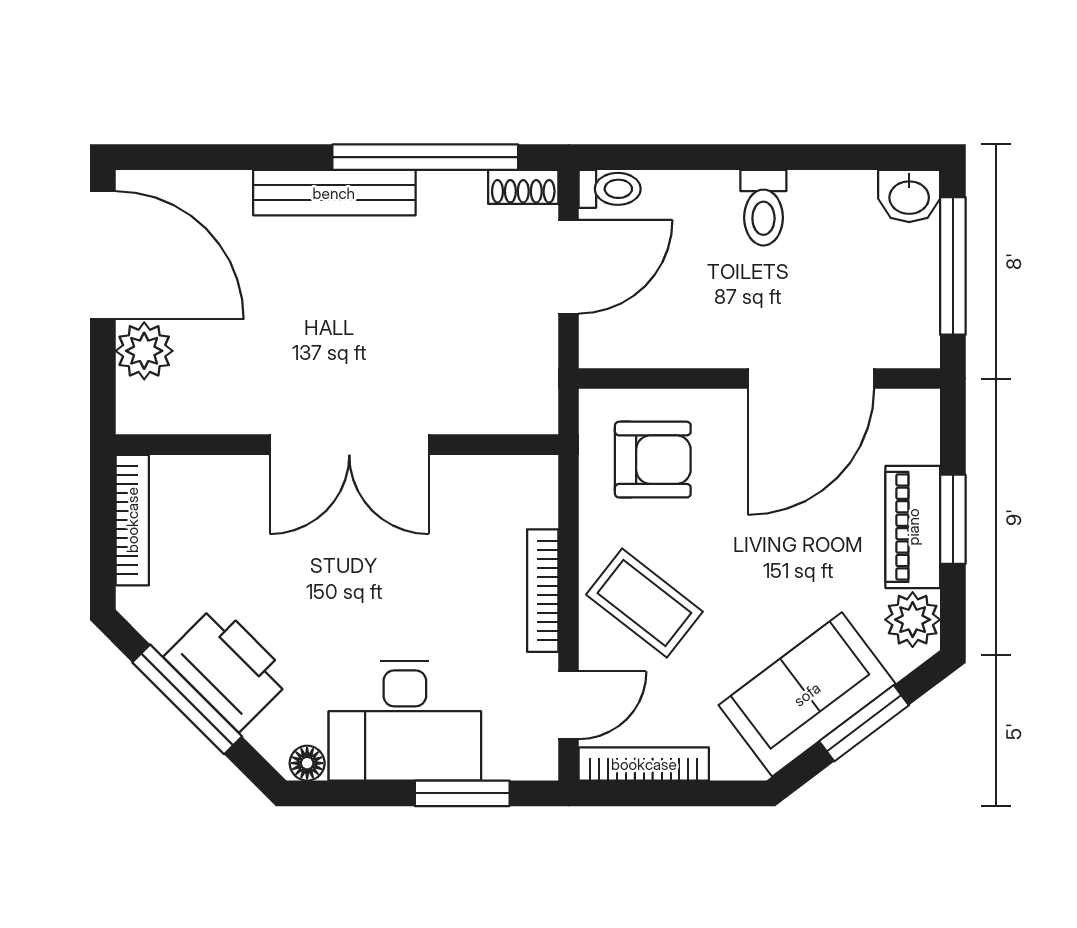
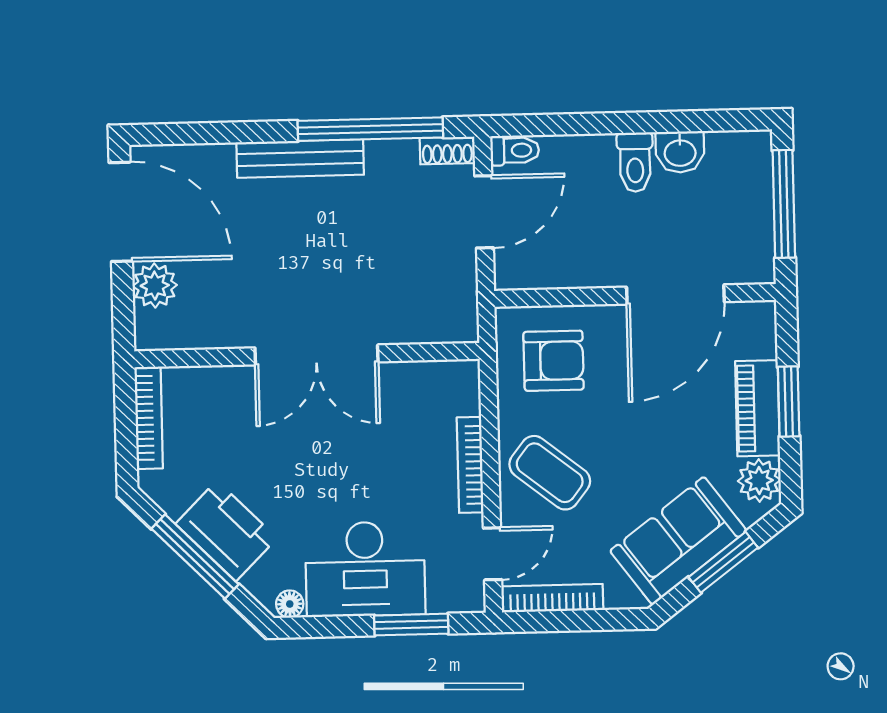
washbasin: (909, 196) -> (680, 152), moved

